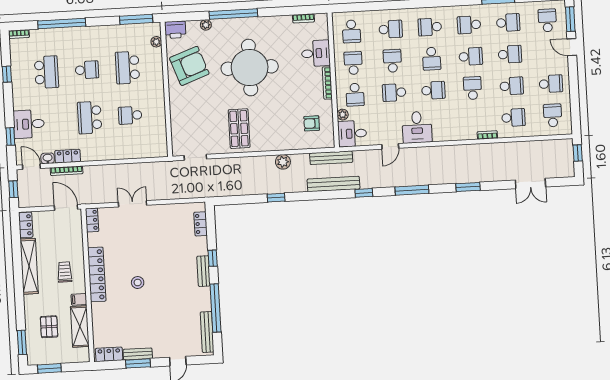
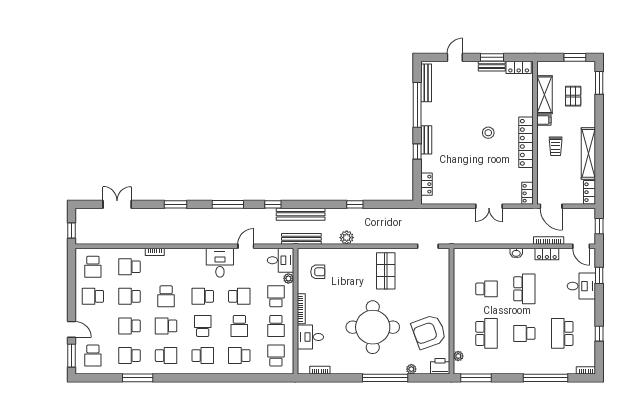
washbasin: (48, 158) -> (516, 253), moved

